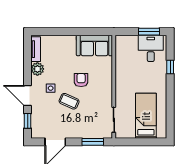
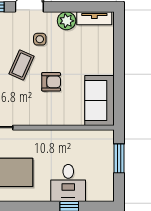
window: (149, 32) -> (119, 158), moved
desk: (151, 48) -> (68, 183), moved, turned 90

